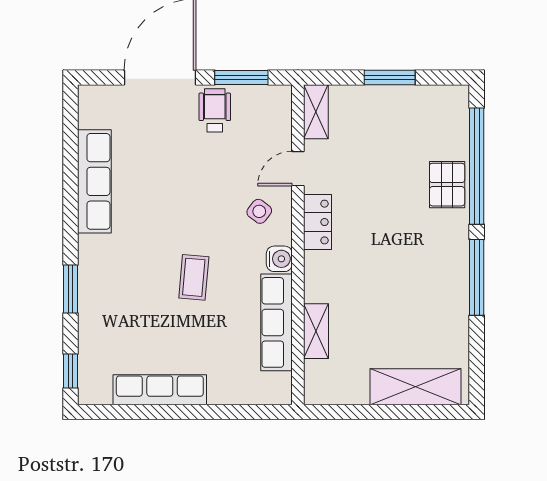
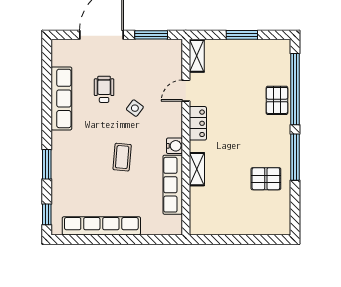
wheelchair: (215, 110) -> (104, 89), moved
side table: (259, 211) -> (135, 108), moved
pallet: (429, 313) -> (266, 179), added
shelving: (316, 331) -> (197, 169), moved
shelving: (415, 387) -> (258, 224), removed
row of seats: (160, 390) -> (101, 226), width x1.36

